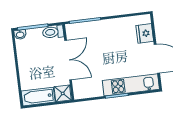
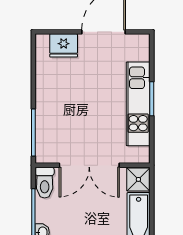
double door: (68, 60) -> (89, 165), swing flipped
kitchen unit: (131, 85) -> (138, 104), moved

